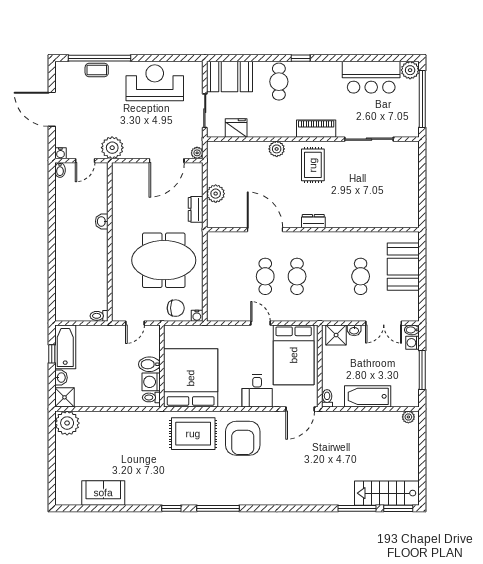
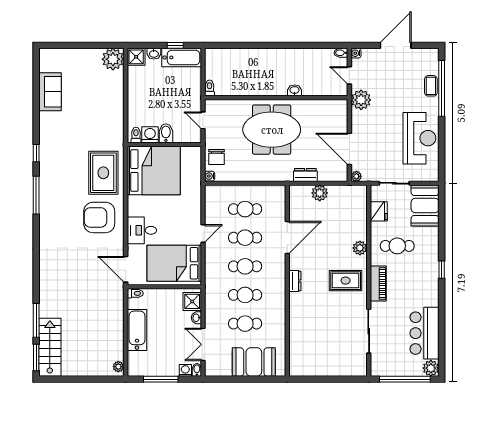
cafe table: (279, 82) -> (397, 246), moved
meeting table: (164, 260) -> (272, 130), moved, turned 90
cafe table: (233, 276) -> (245, 209), added
cafe table: (329, 276) -> (245, 295), added

